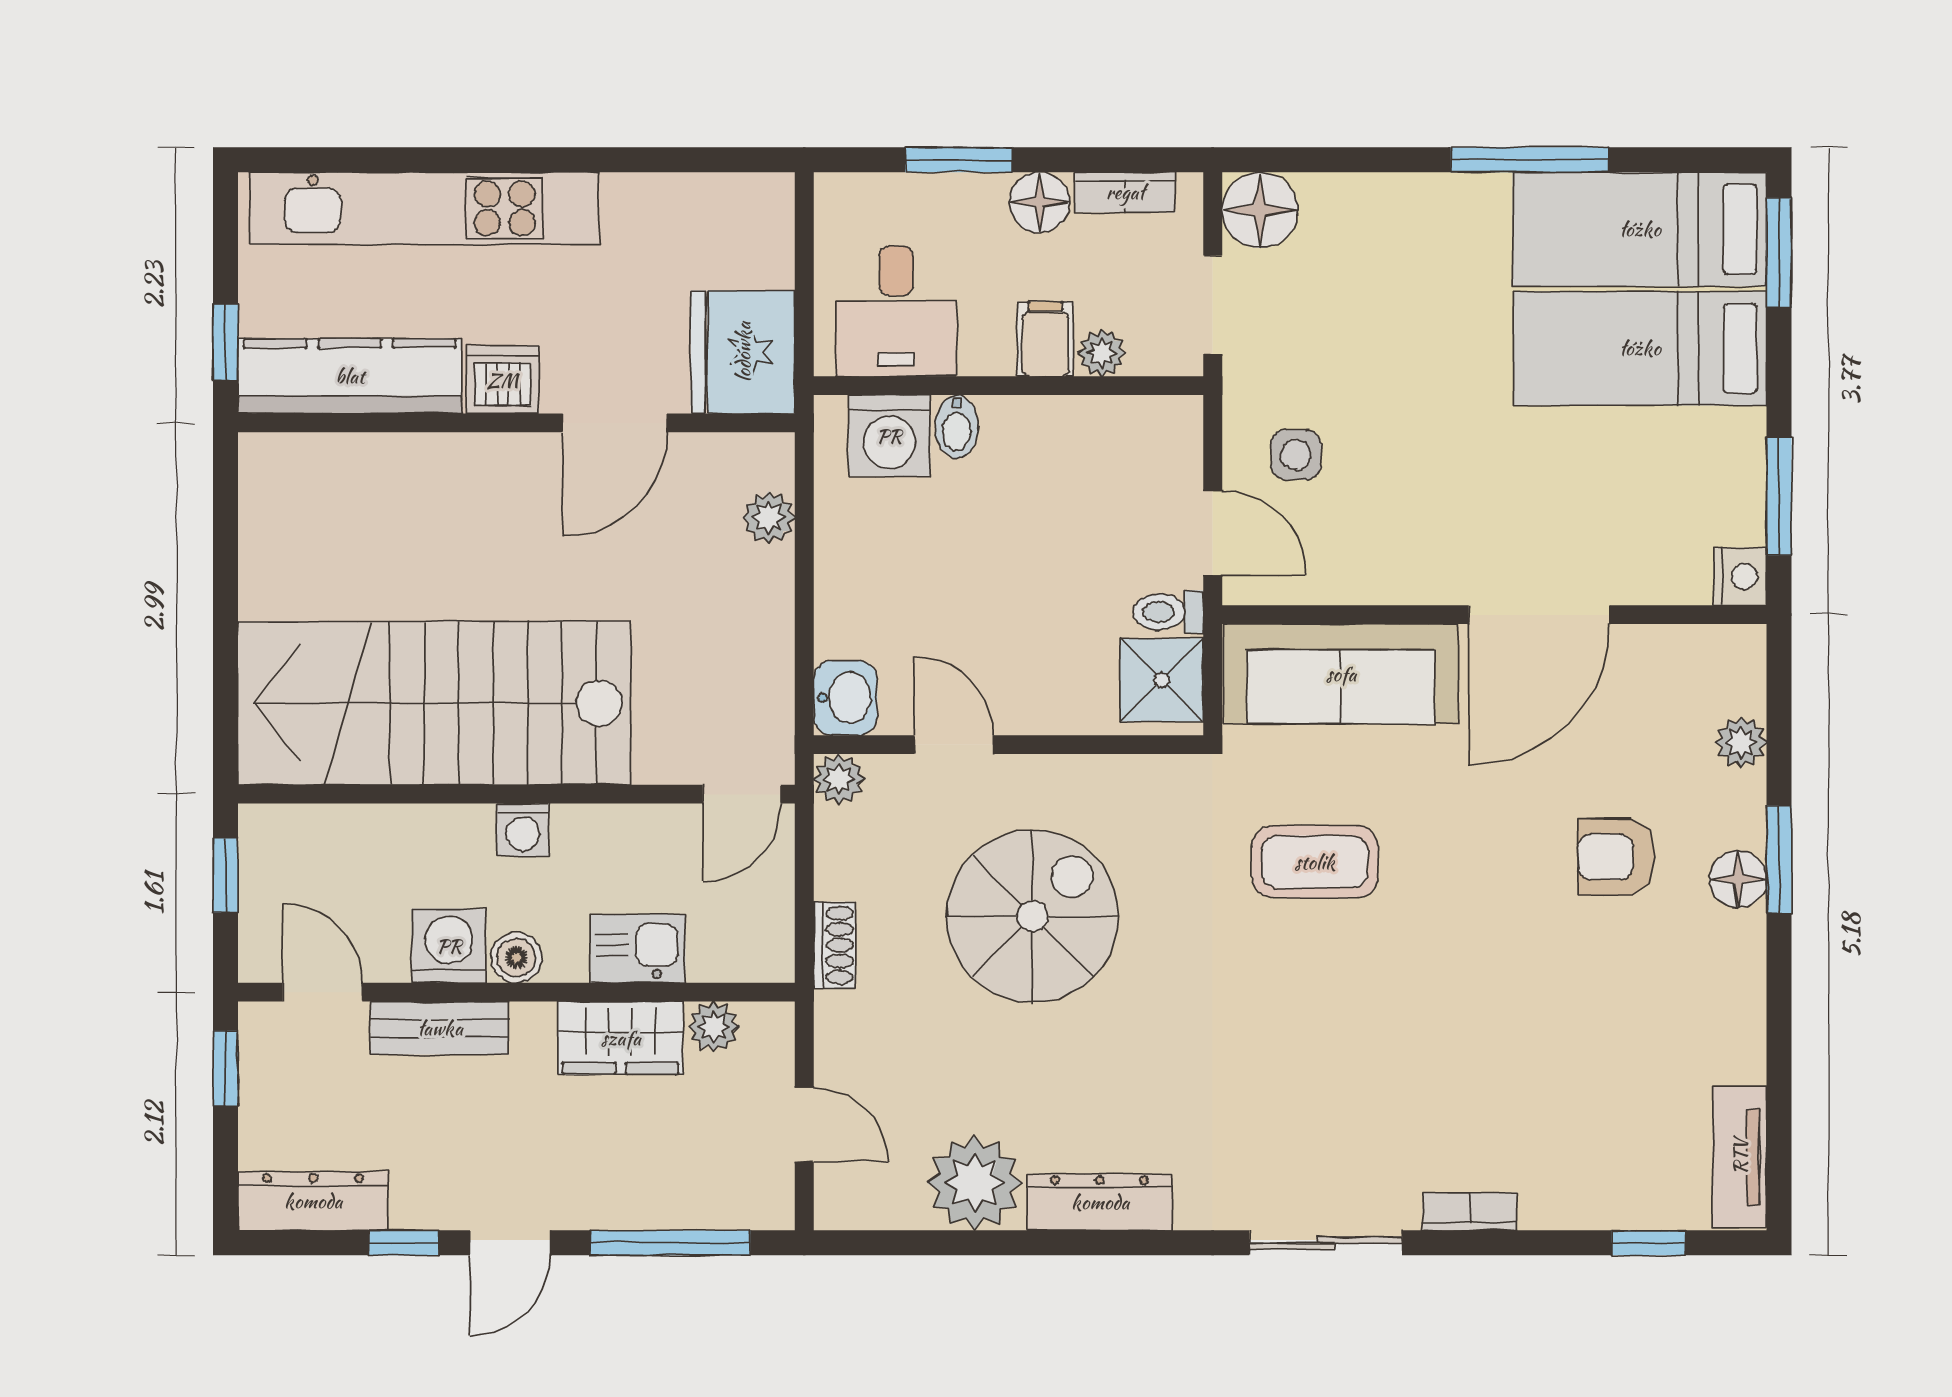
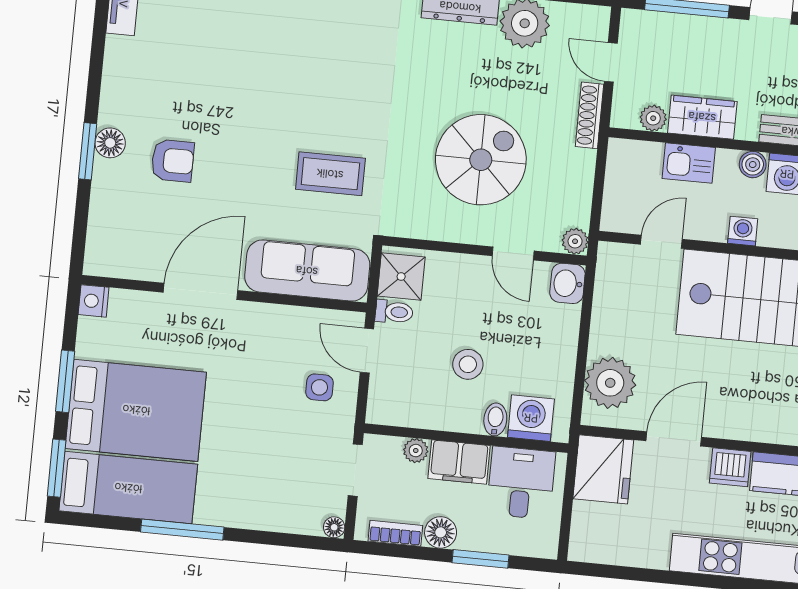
floor lamp: (1260, 210) -> (334, 527), width x0.53, depth x0.53
filing cabinet: (1045, 339) -> (459, 462), width x2.00
bed: (1640, 348) -> (136, 410), width x1.50
window: (1779, 496) -> (65, 381), moved
plant: (769, 517) -> (610, 383), width x1.87, depth x1.87
stool: (1019, 526) -> (468, 364), added
plant: (1741, 743) -> (102, 214), removed
door: (742, 794) -> (661, 242), moved
spiral stairs: (1033, 916) -> (481, 160), turned 180
shoe rack: (835, 945) -> (590, 115), moved, width x1.43

